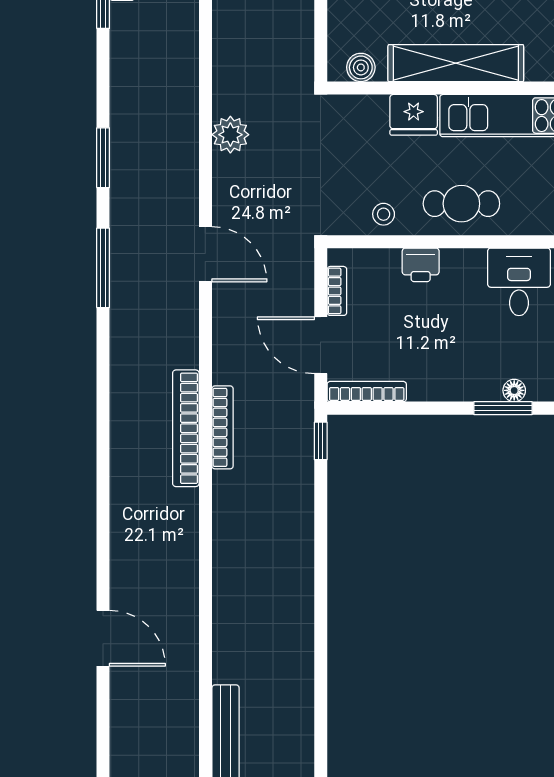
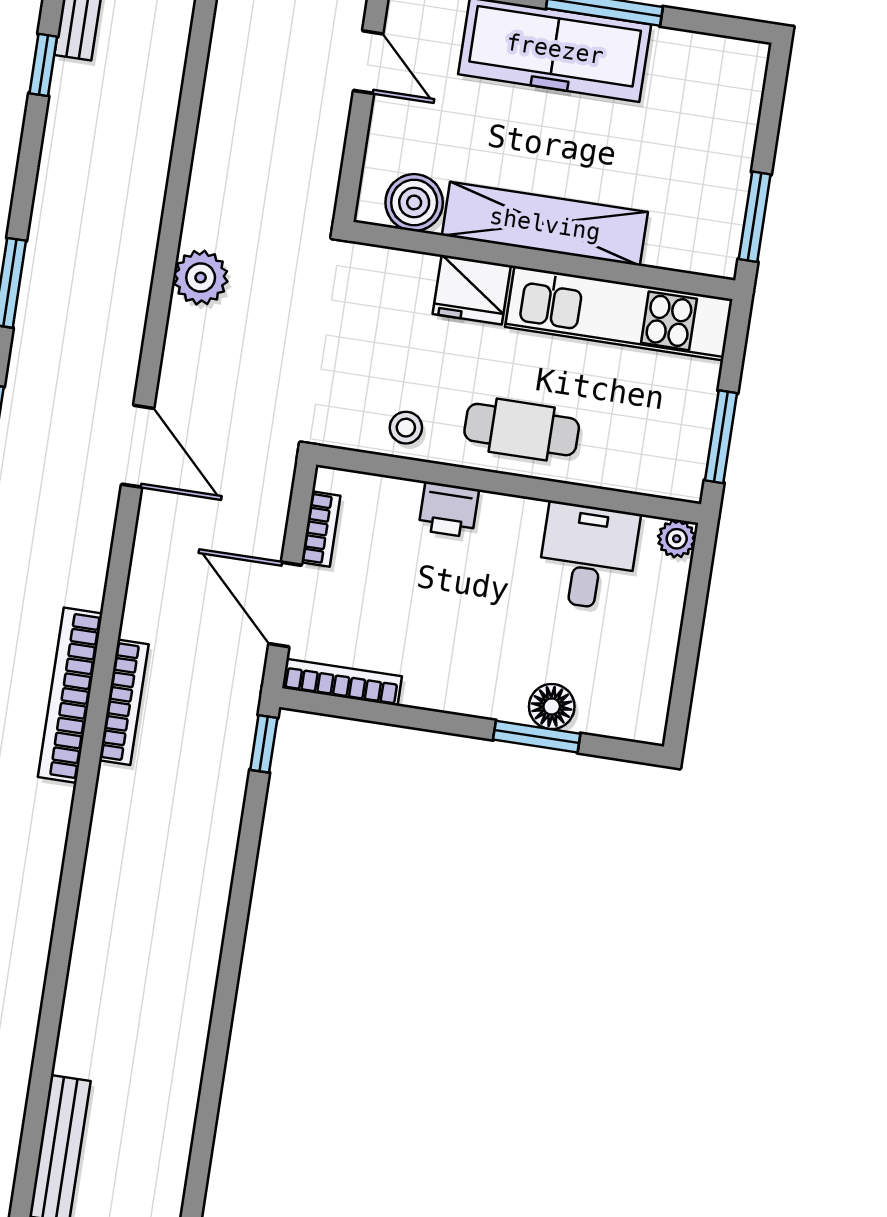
boiler: (361, 67) -> (414, 202), width x1.36, depth x1.36
floor lamp: (514, 390) -> (552, 706), width x1.37, depth x1.37

